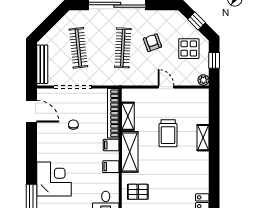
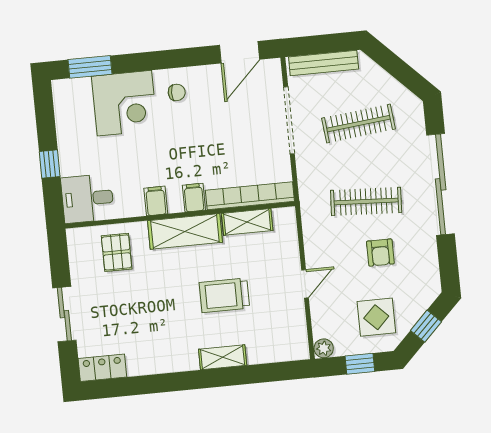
armchair: (152, 43) -> (380, 253), turned 110
chair: (73, 125) -> (177, 92), moved

